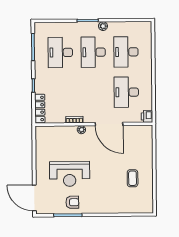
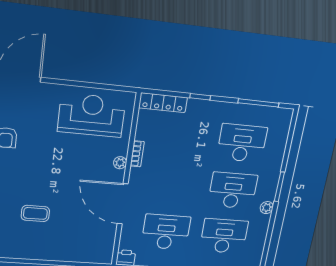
door: (109, 124) -> (123, 204), hinge flipped
reception desk: (70, 174) -> (92, 115), moved, turned 90
coffee table: (133, 178) -> (35, 213), moved

